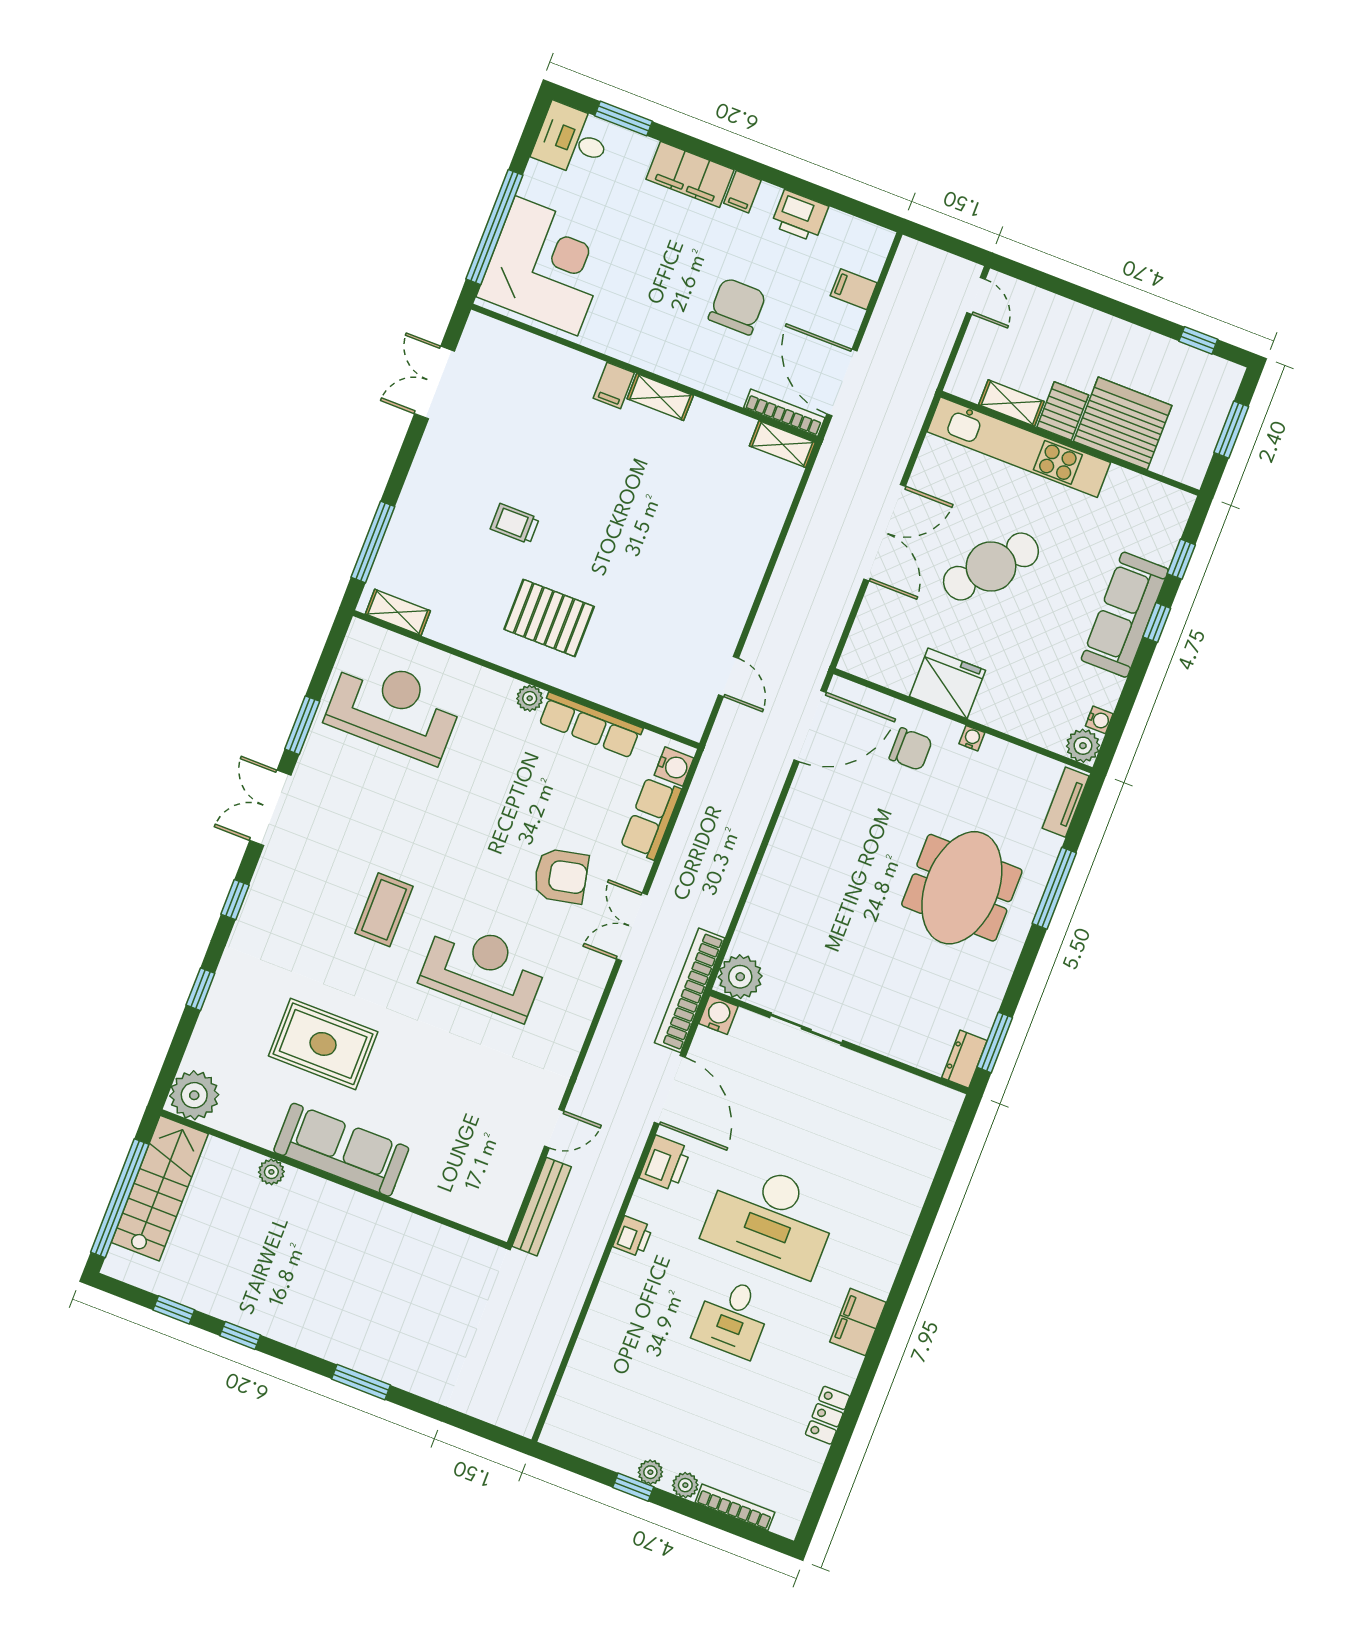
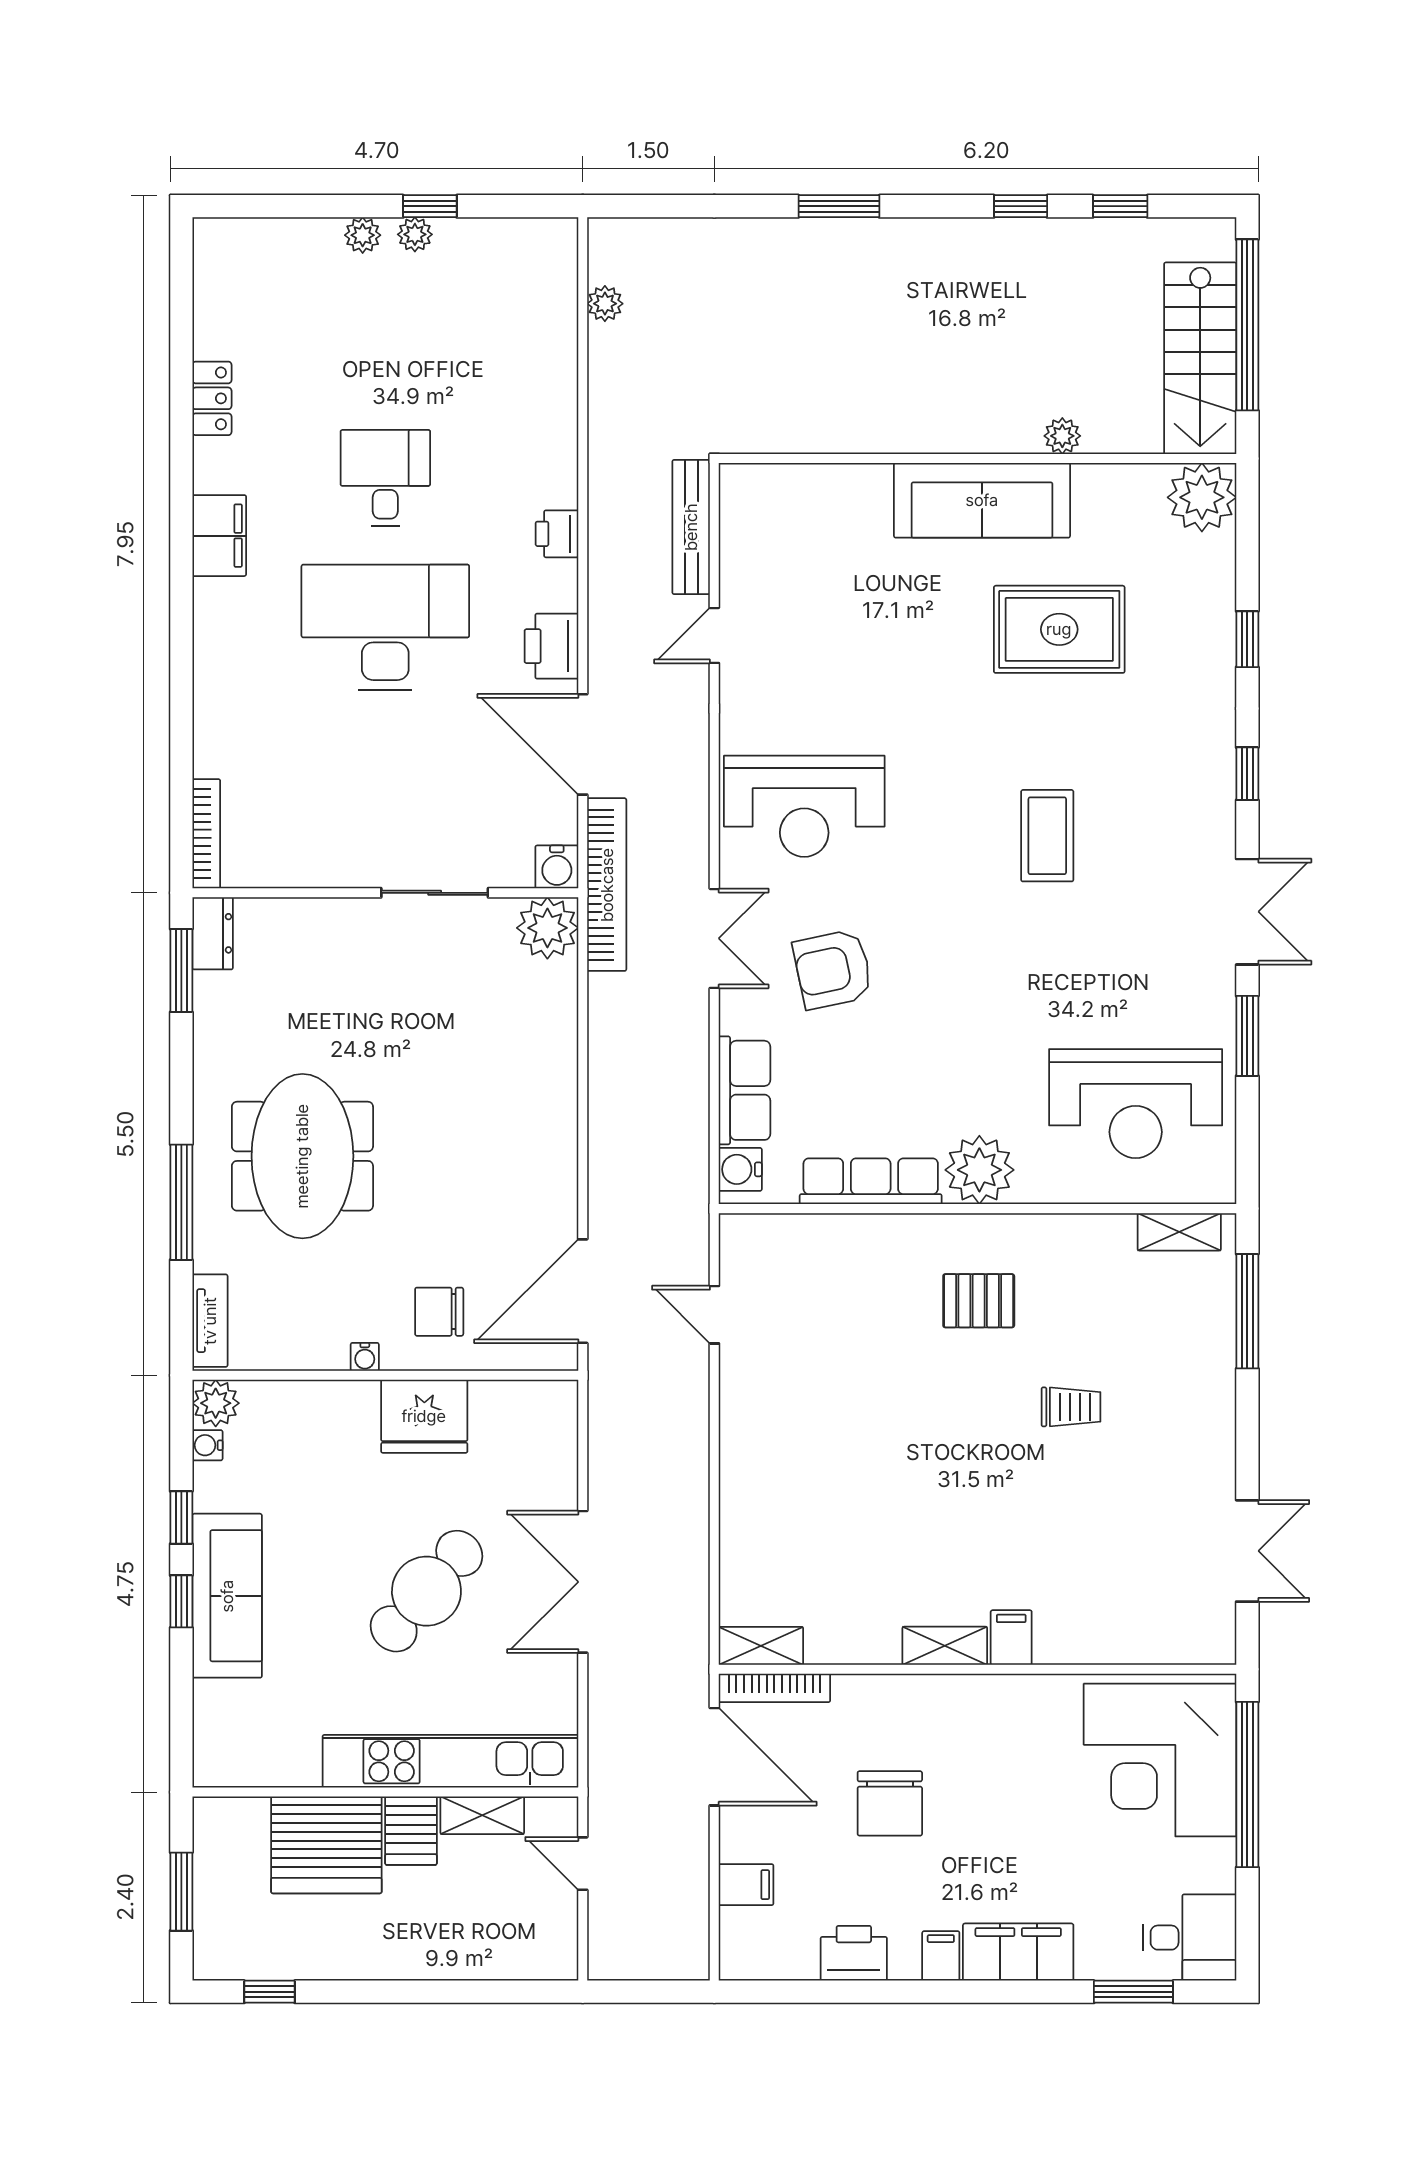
door: (976, 296) -> (583, 1864), moved
window: (1181, 559) -> (181, 1518), moved
pallet: (549, 618) -> (979, 1301), width x0.67, depth x0.71
plant: (530, 698) -> (979, 1170), width x1.88, depth x1.88
reception desk: (484, 970) -> (804, 806), moved
plant: (542, 1377) -> (605, 304), added
bookcase: (735, 1507) -> (206, 834), moved, turned -90

